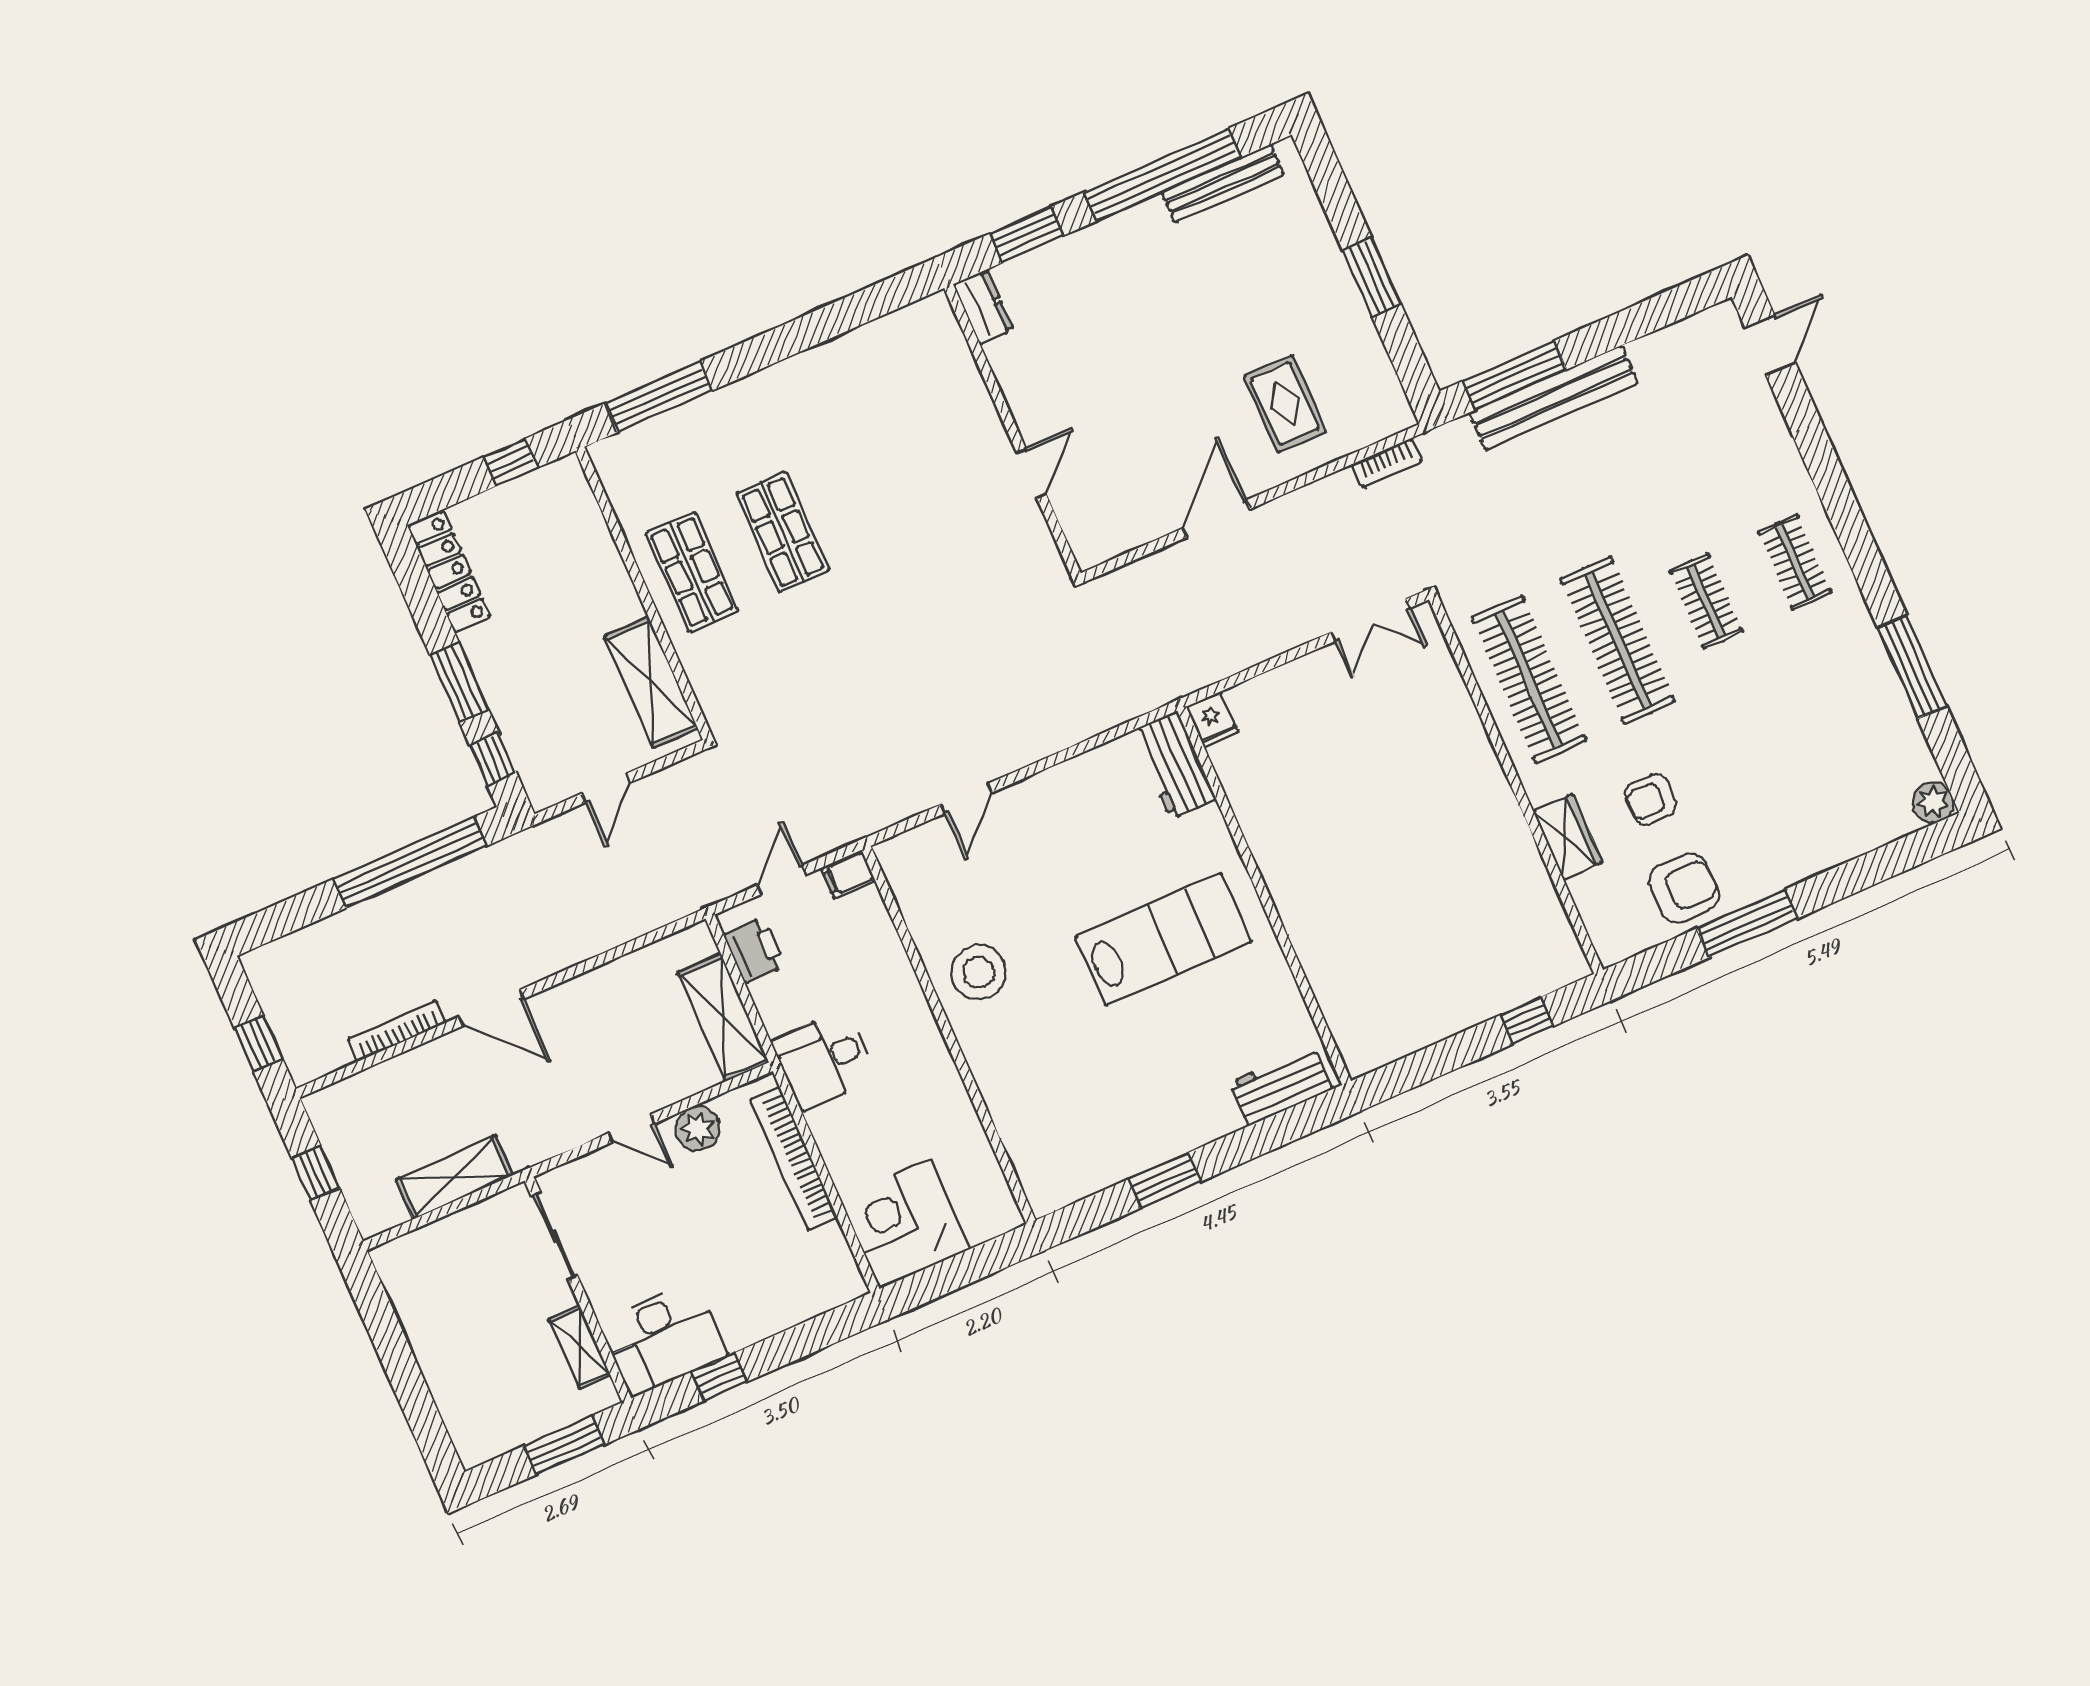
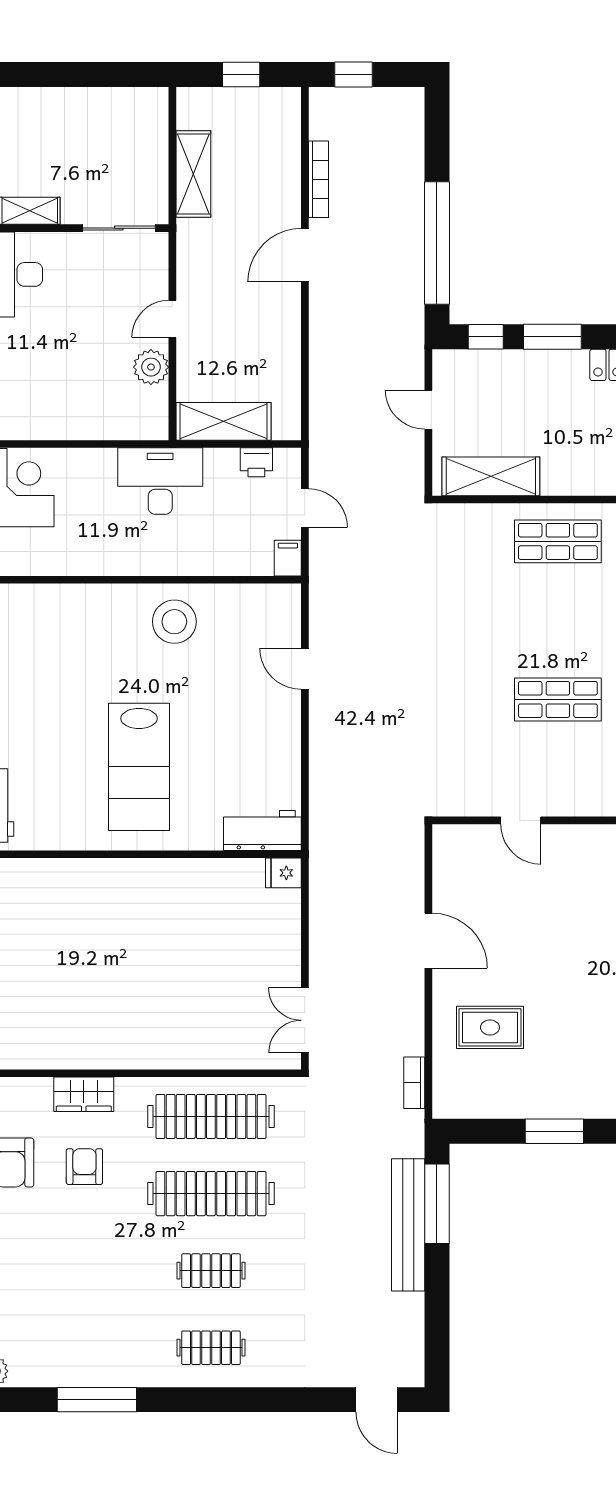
shop shelf: (783, 532) -> (558, 699), moved
printer: (755, 950) -> (256, 462), width x0.73, depth x0.81
desk: (824, 1060) -> (160, 481), width x1.37
bookcase: (794, 1158) -> (98, 427), removed

